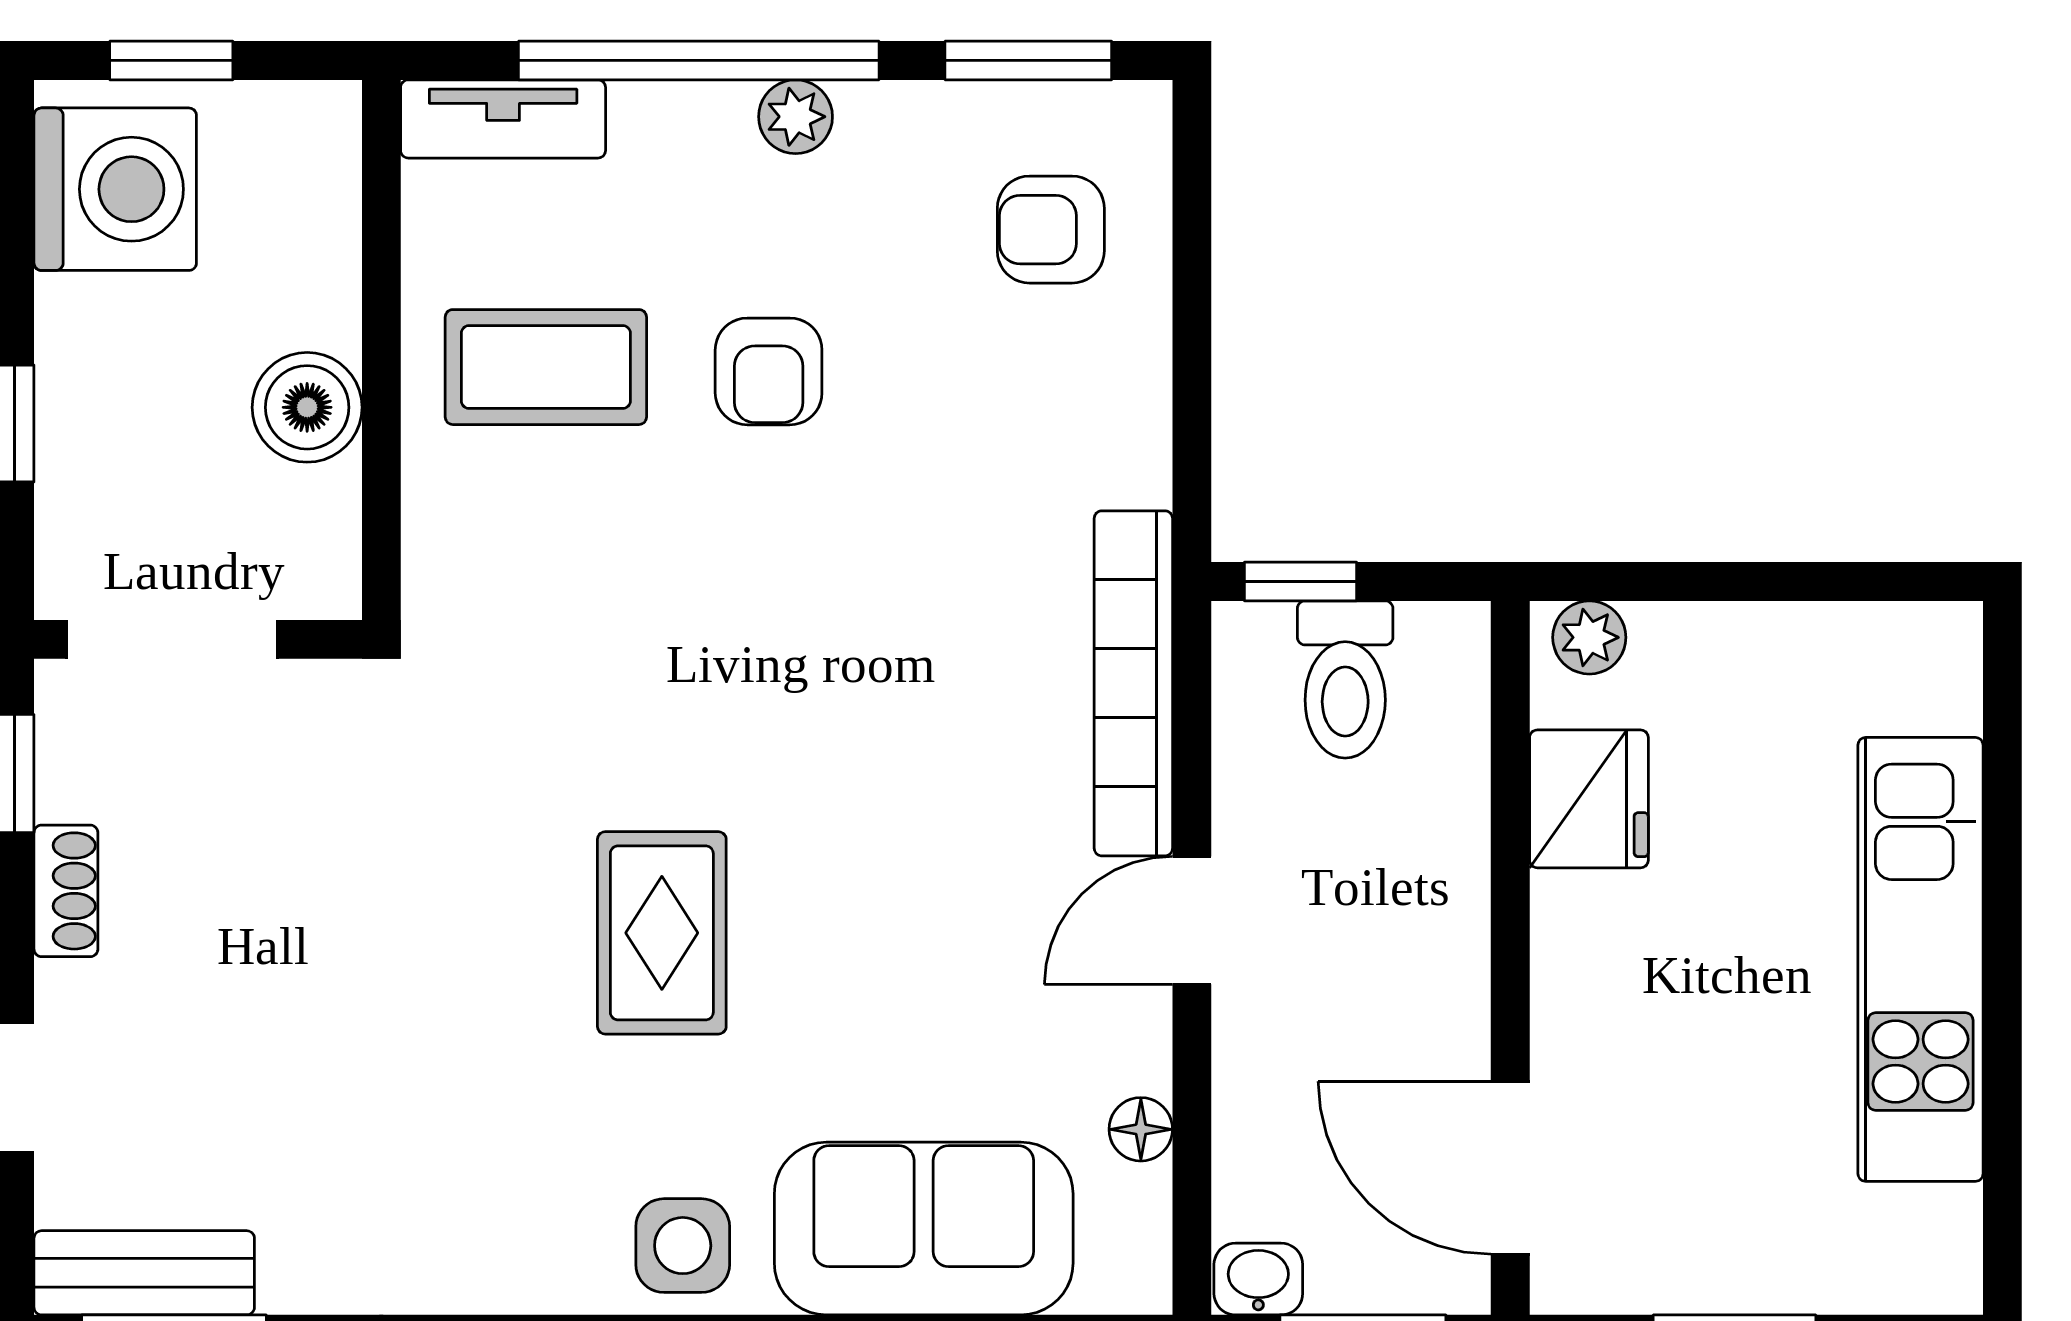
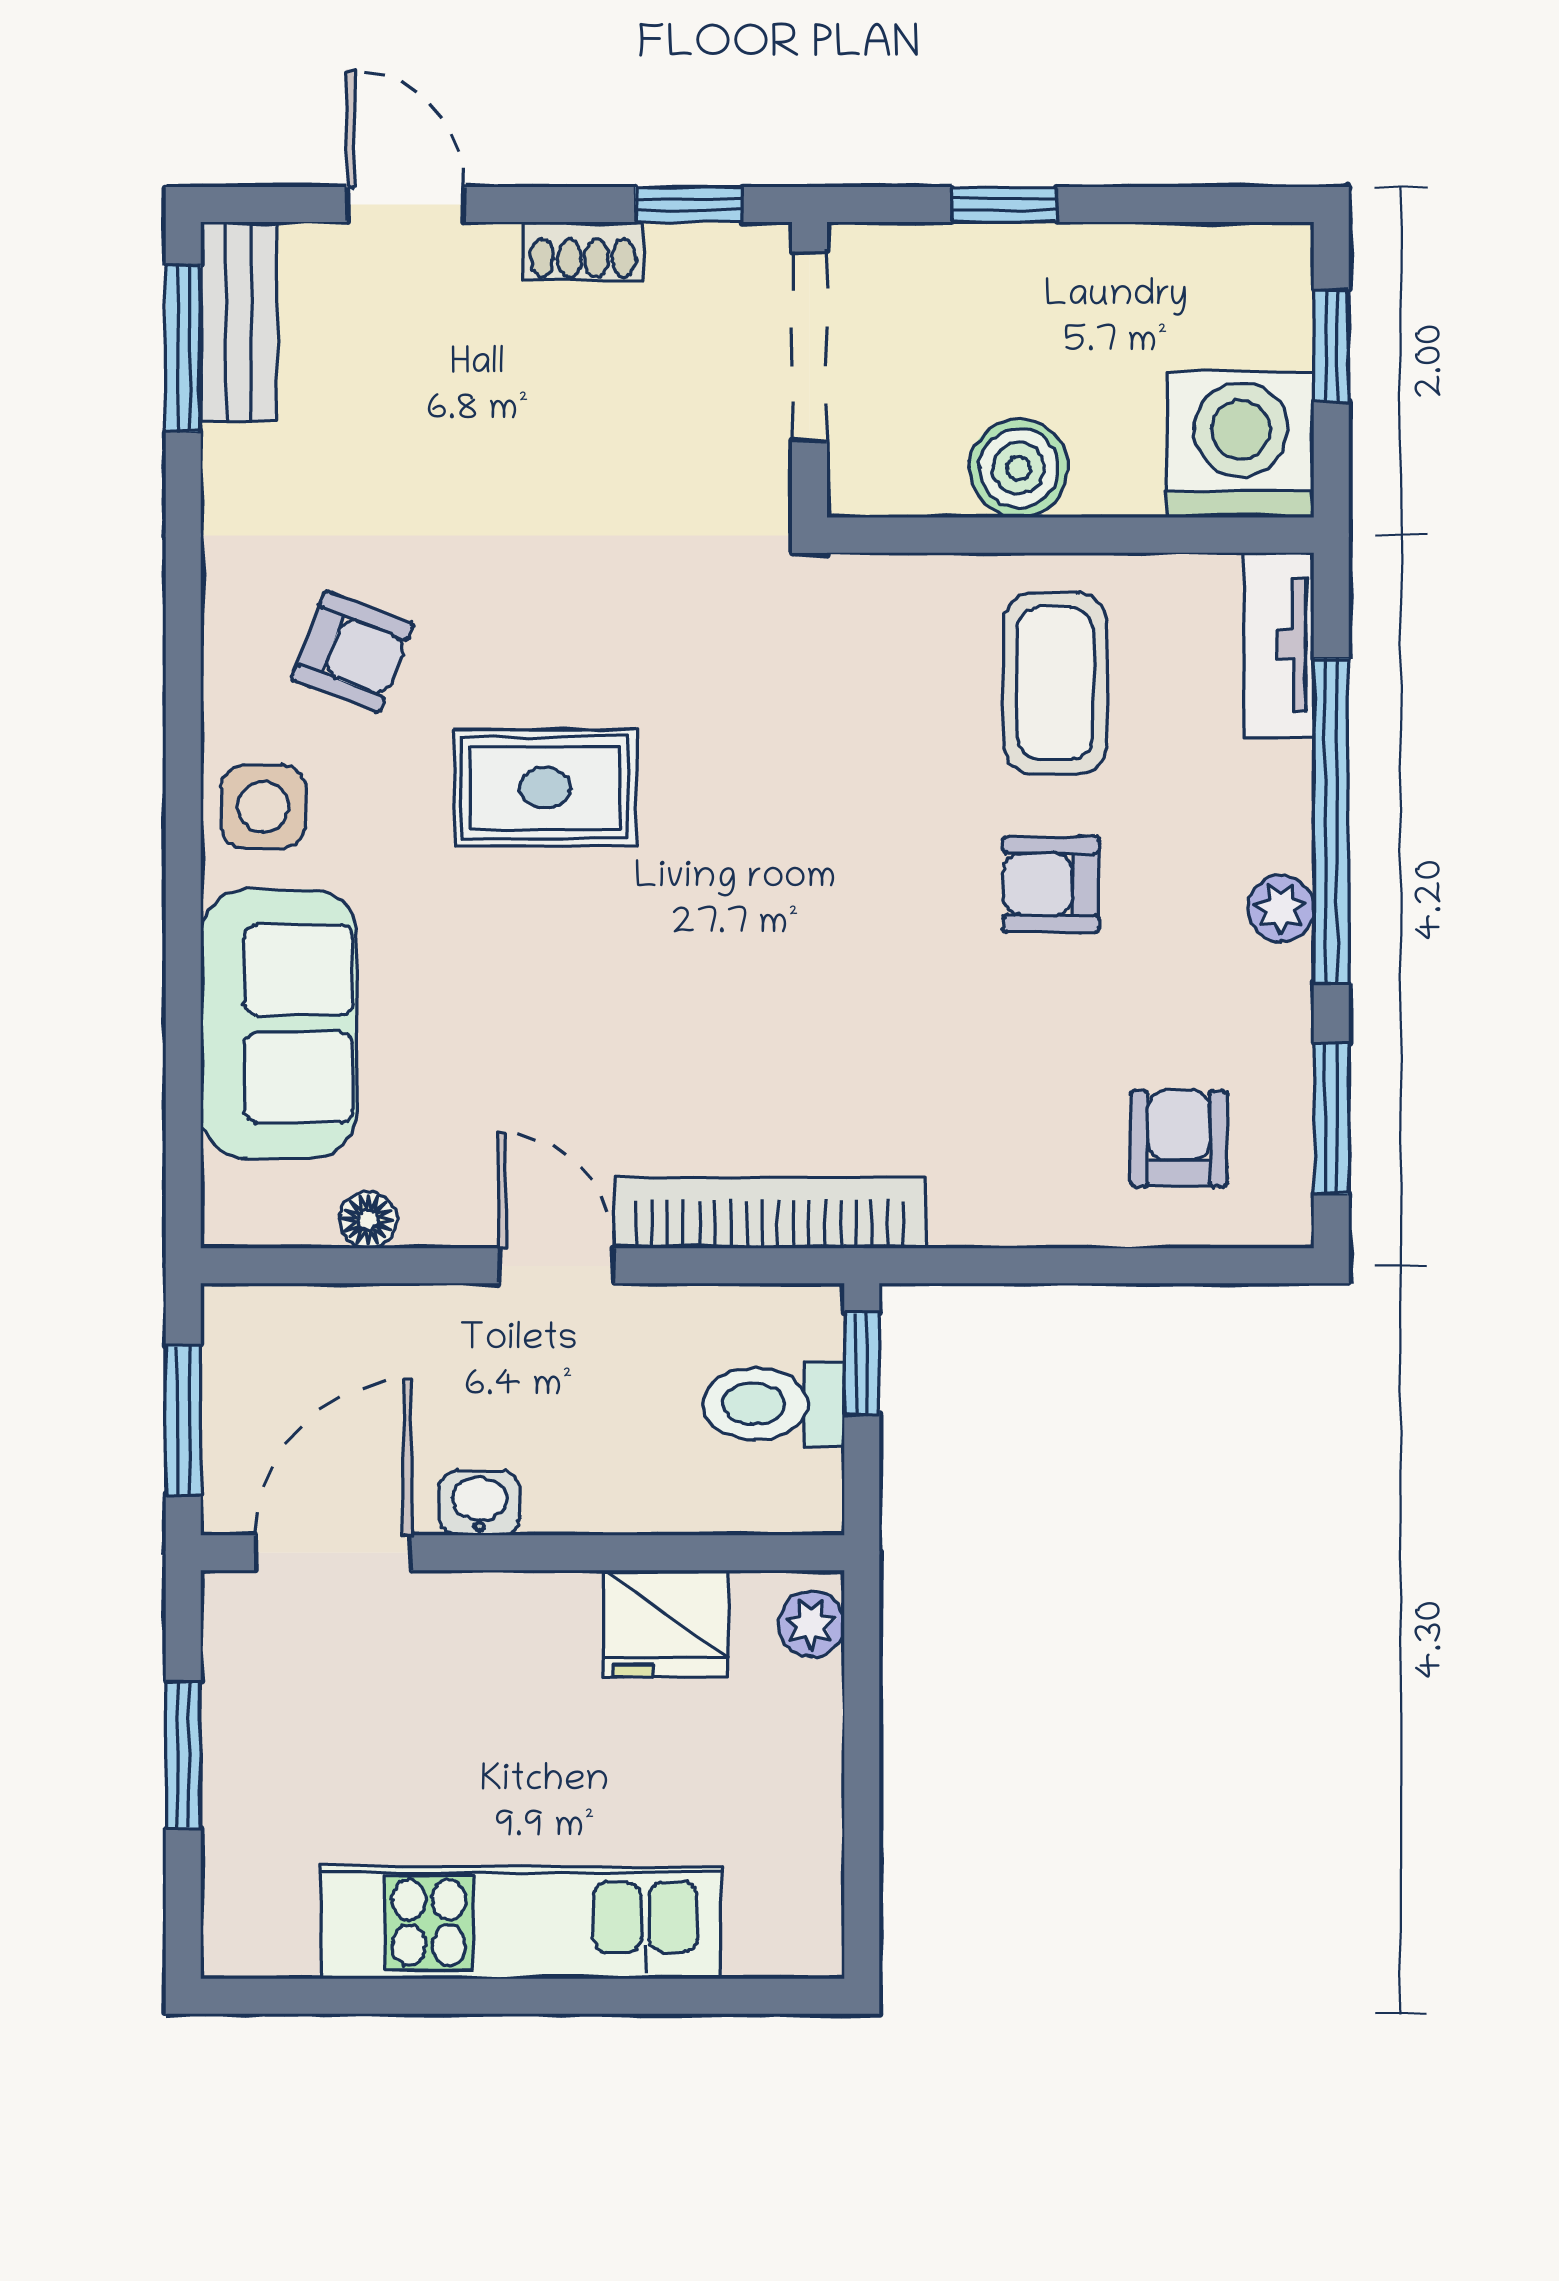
washing machine: (115, 189) -> (1241, 444), moved, turned 180
armchair: (511, 1147) -> (352, 652), added
washbasin: (1258, 1279) -> (479, 1503), moved, turned -90

